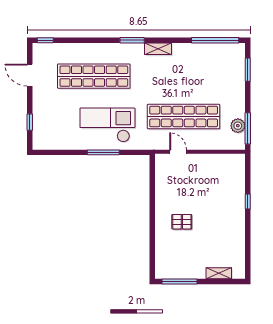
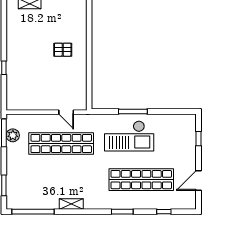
window: (45, 40) -> (164, 212), moved
window: (132, 40) -> (122, 212), moved
shelving: (158, 49) -> (71, 204), moved
door: (30, 75) -> (198, 180), swing flipped

